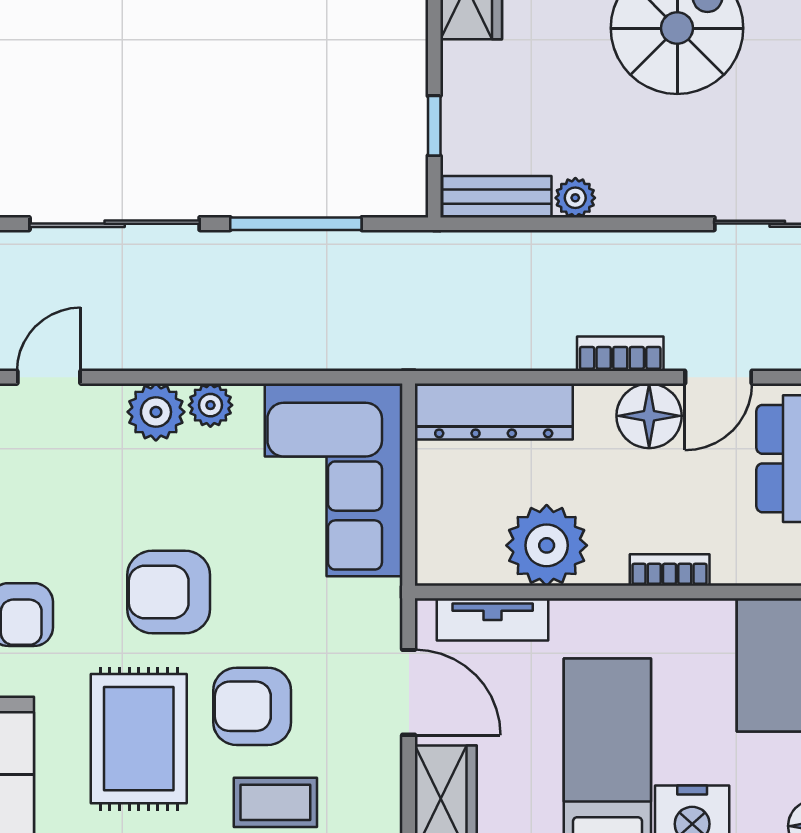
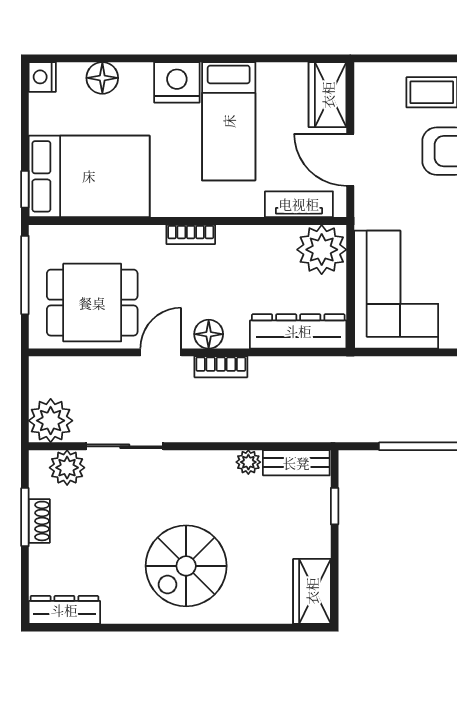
floor lamp: (649, 416) -> (209, 334), width x0.73, depth x0.73
plant: (547, 545) -> (322, 250), moved

